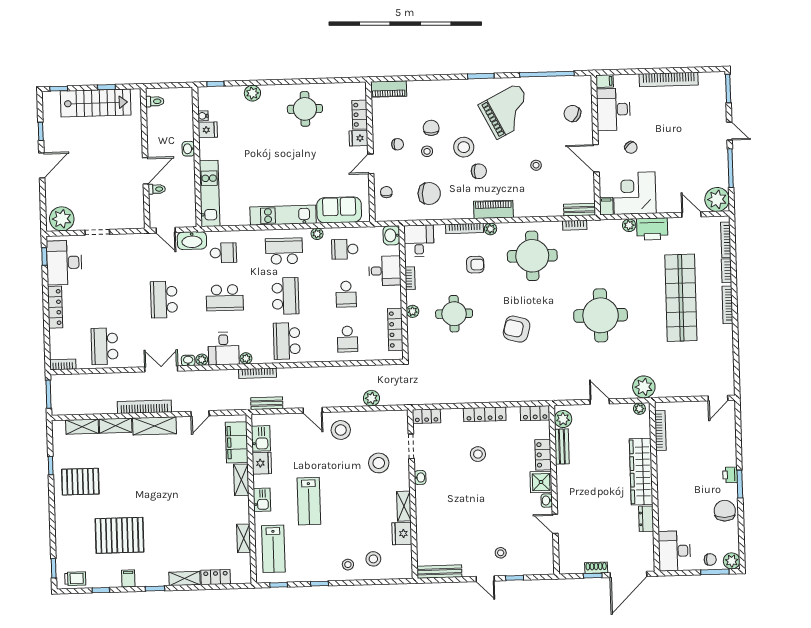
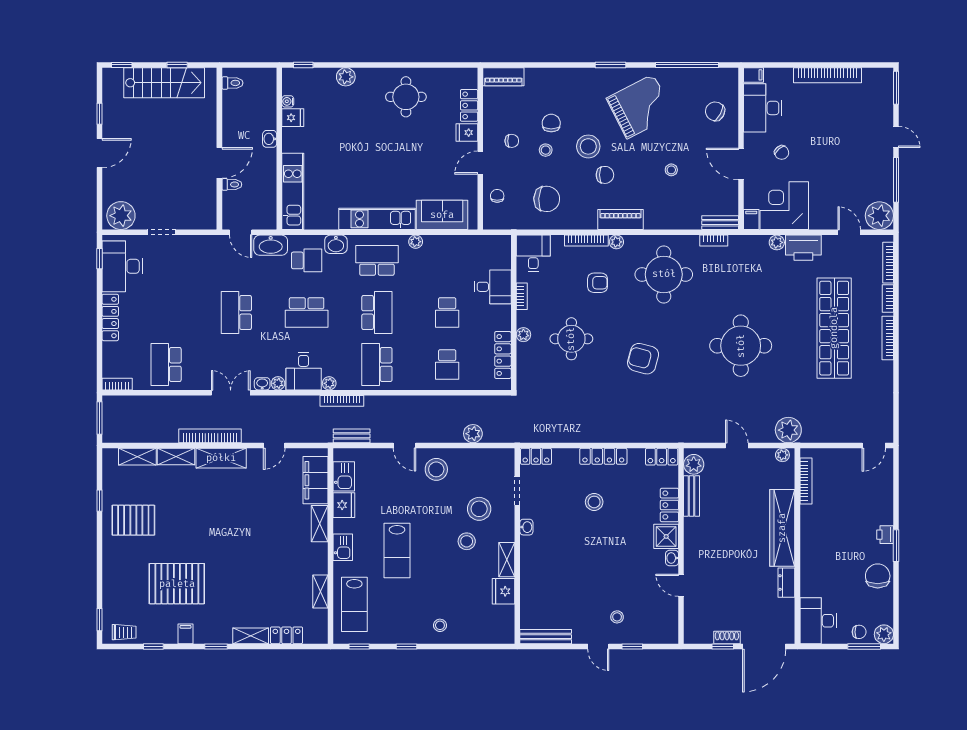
washbasin: (391, 235) -> (336, 244), moved, turned -90
school desk: (345, 249) -> (447, 260), removed
stool: (373, 559) -> (467, 541), moved

